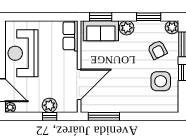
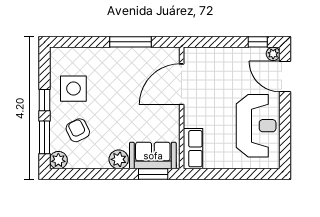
window: (149, 17) -> (89, 174), removed
plant: (50, 105) -> (221, 57), removed
window: (50, 116) -> (258, 42), moved
window: (104, 116) -> (131, 42), moved

